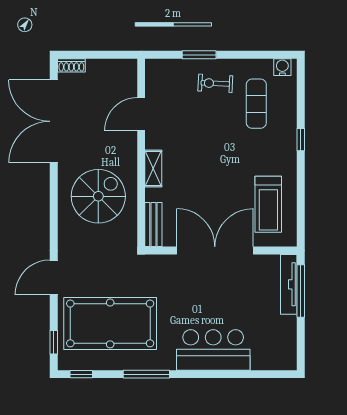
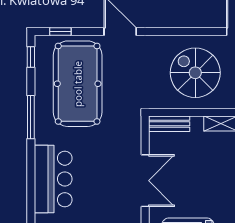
spiral stairs: (98, 196) -> (195, 73), turned 180
double door: (215, 251) -> (145, 181), width x0.73

